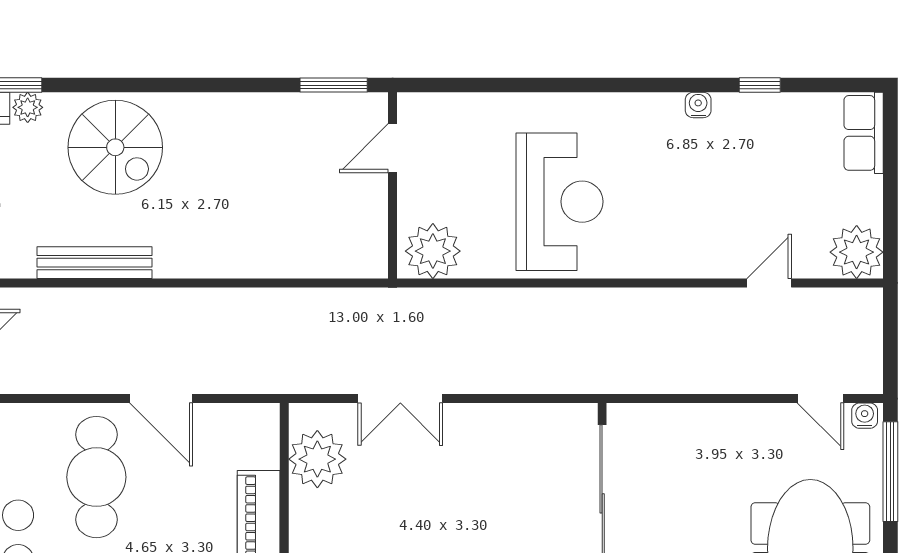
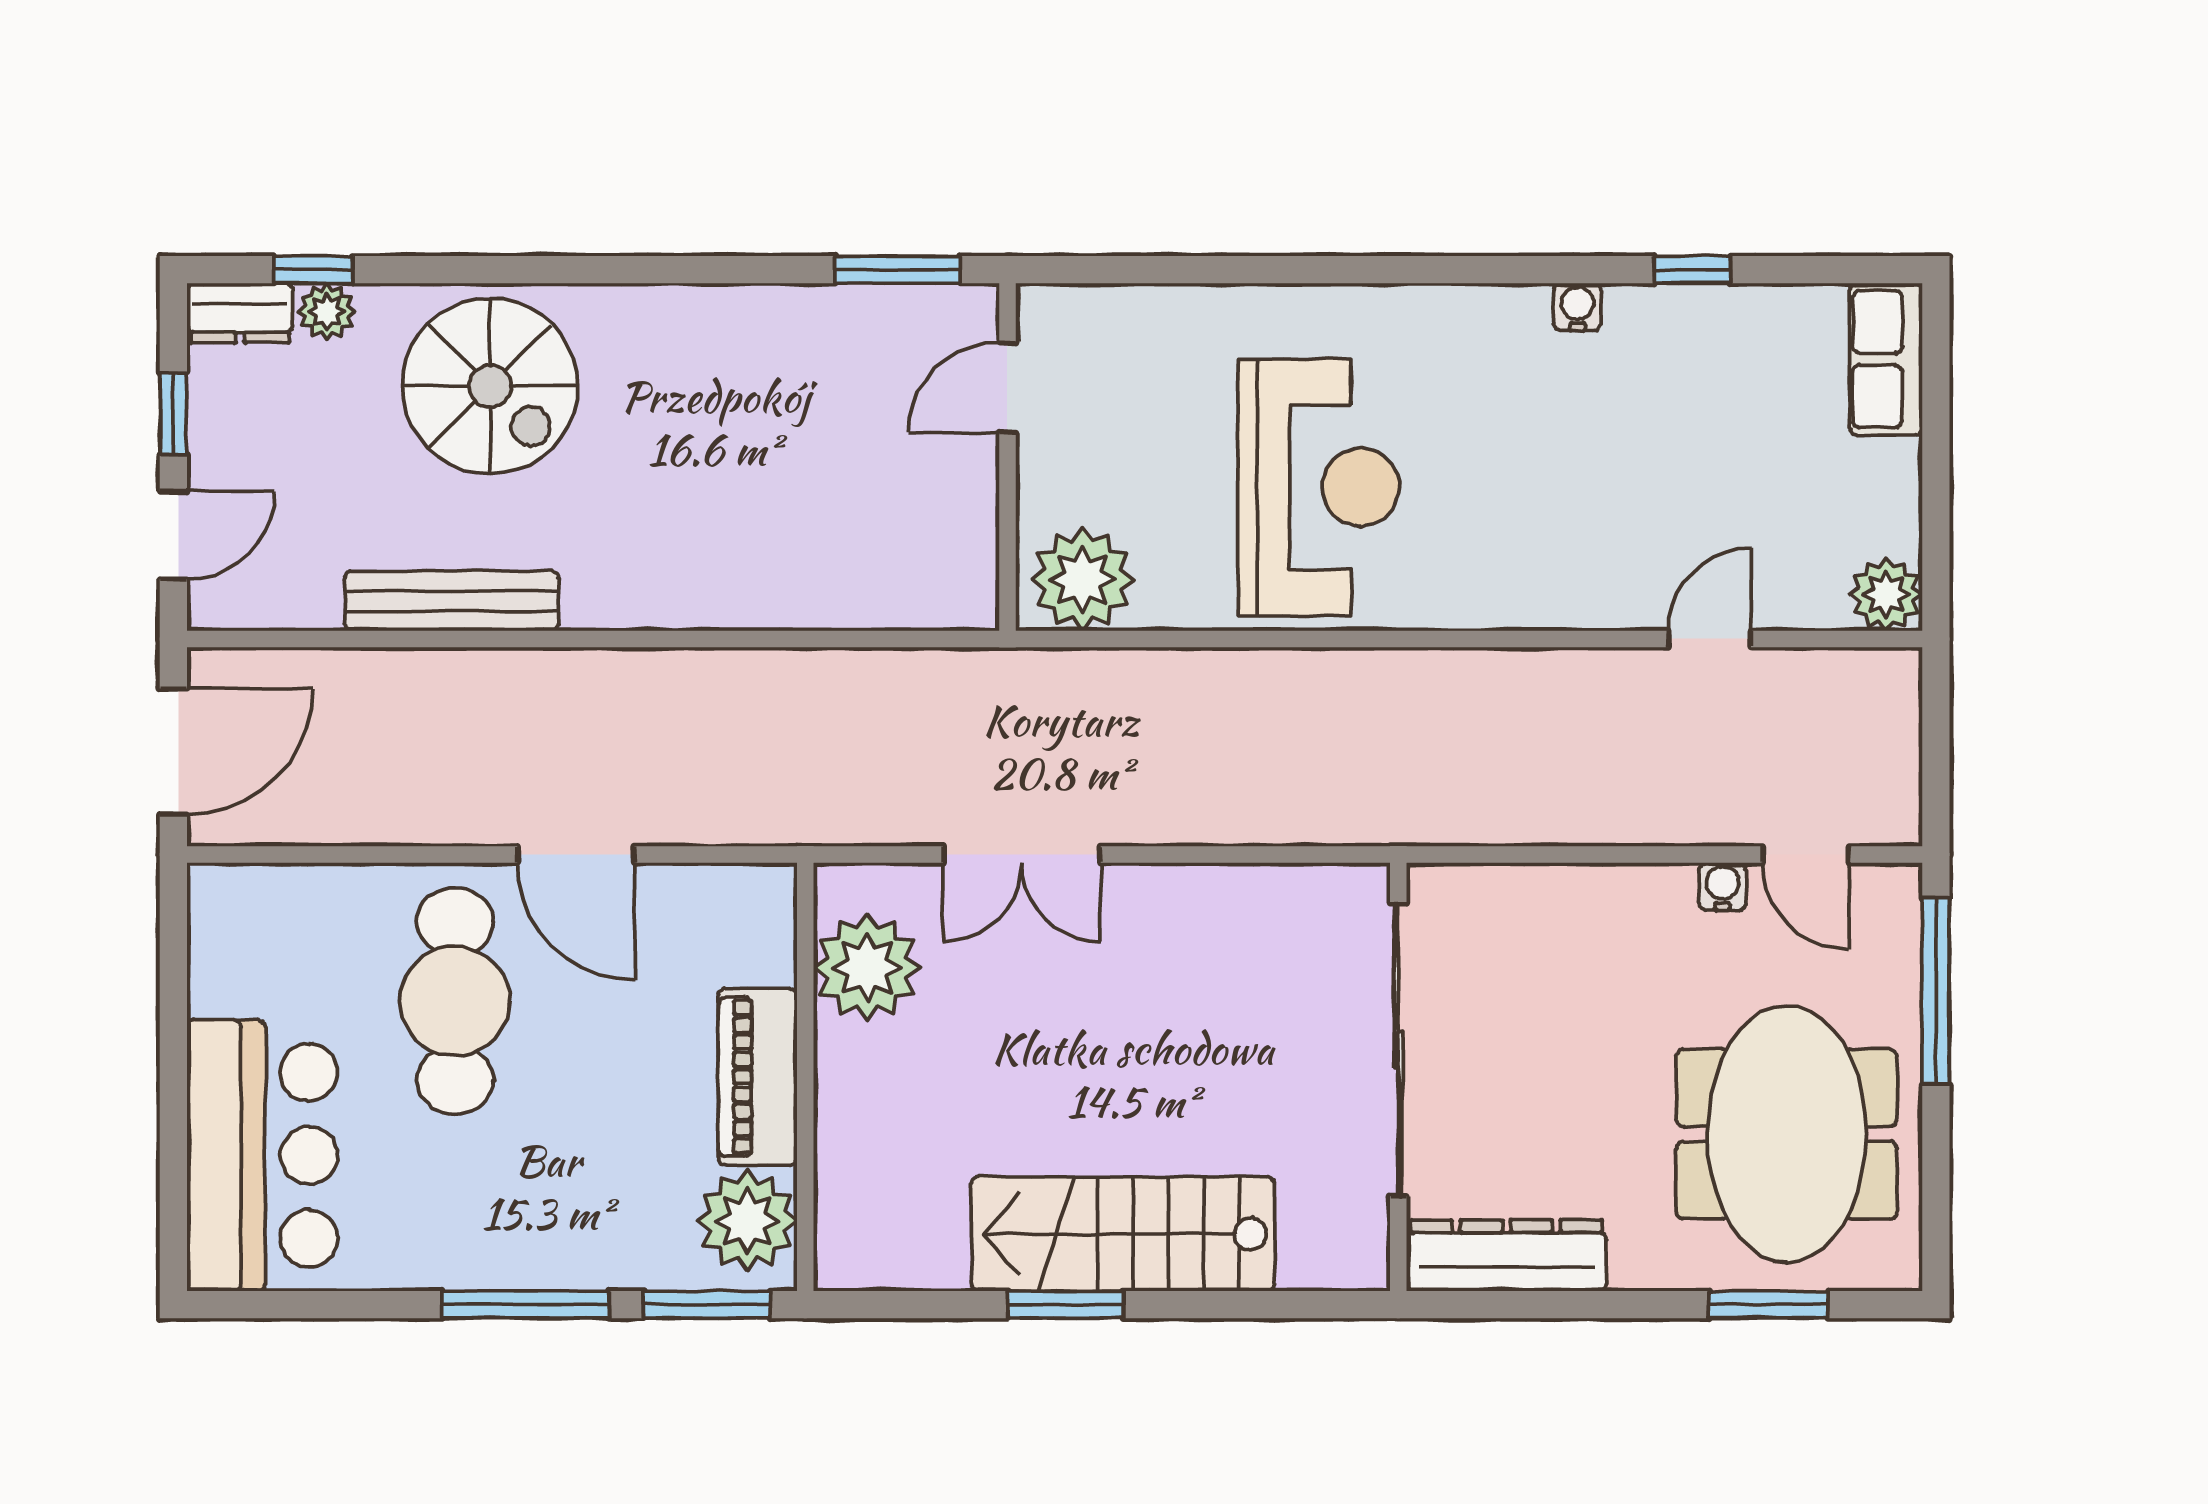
plant: (857, 252) -> (1886, 594), width x0.73, depth x0.73
water cooler: (865, 416) -> (1723, 886), moved

